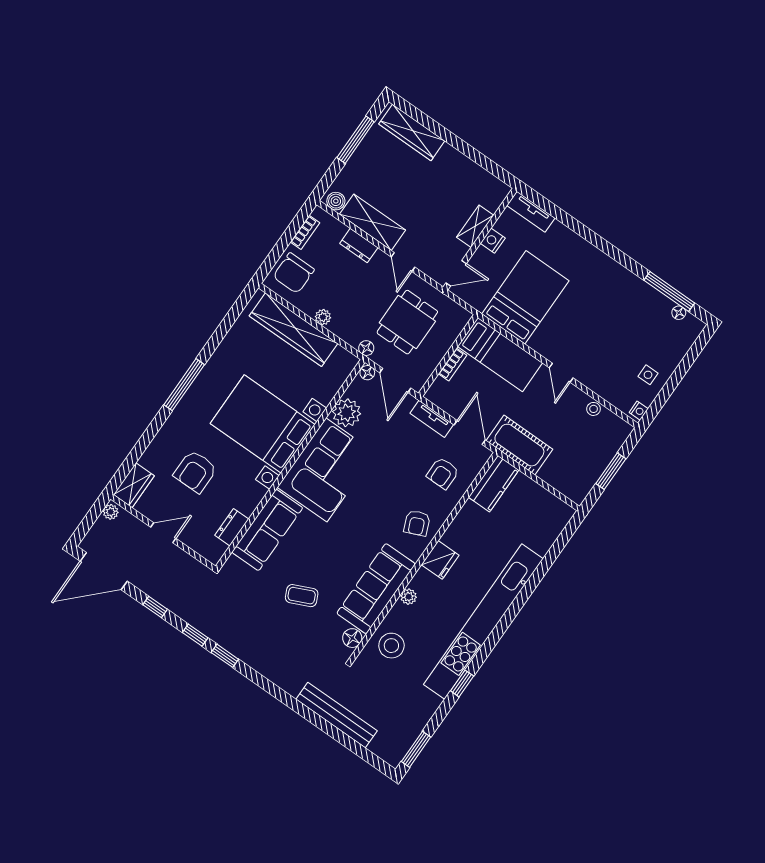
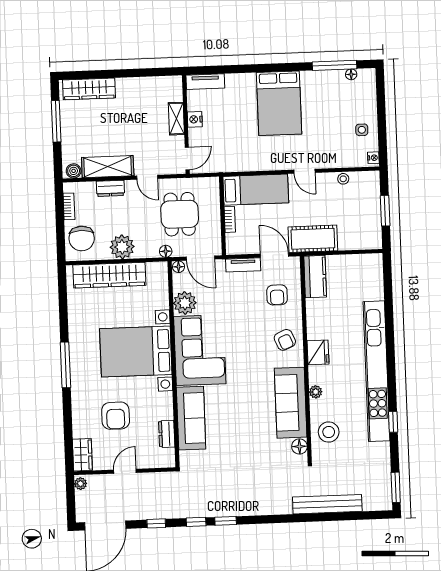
bed: (525, 297) -> (279, 103), moved, turned 180
plant: (323, 317) -> (122, 247), width x1.88, depth x1.88
coffee table: (302, 596) -> (246, 444), removed

